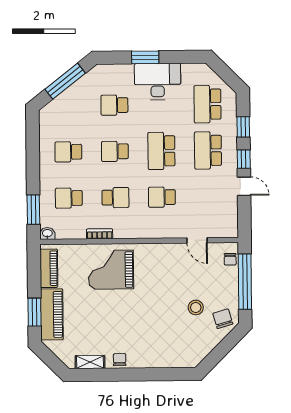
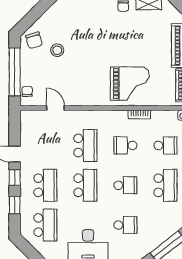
school desk: (68, 152) -> (165, 185), width x1.85
school desk: (162, 197) -> (85, 145), width x1.85

